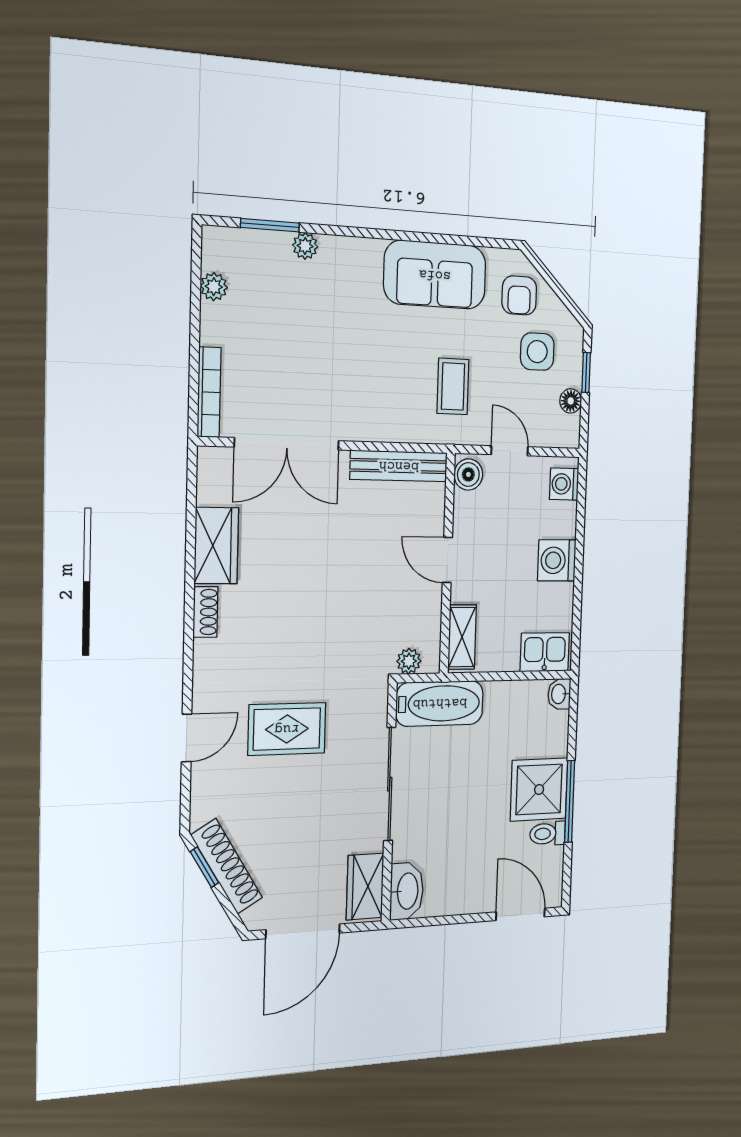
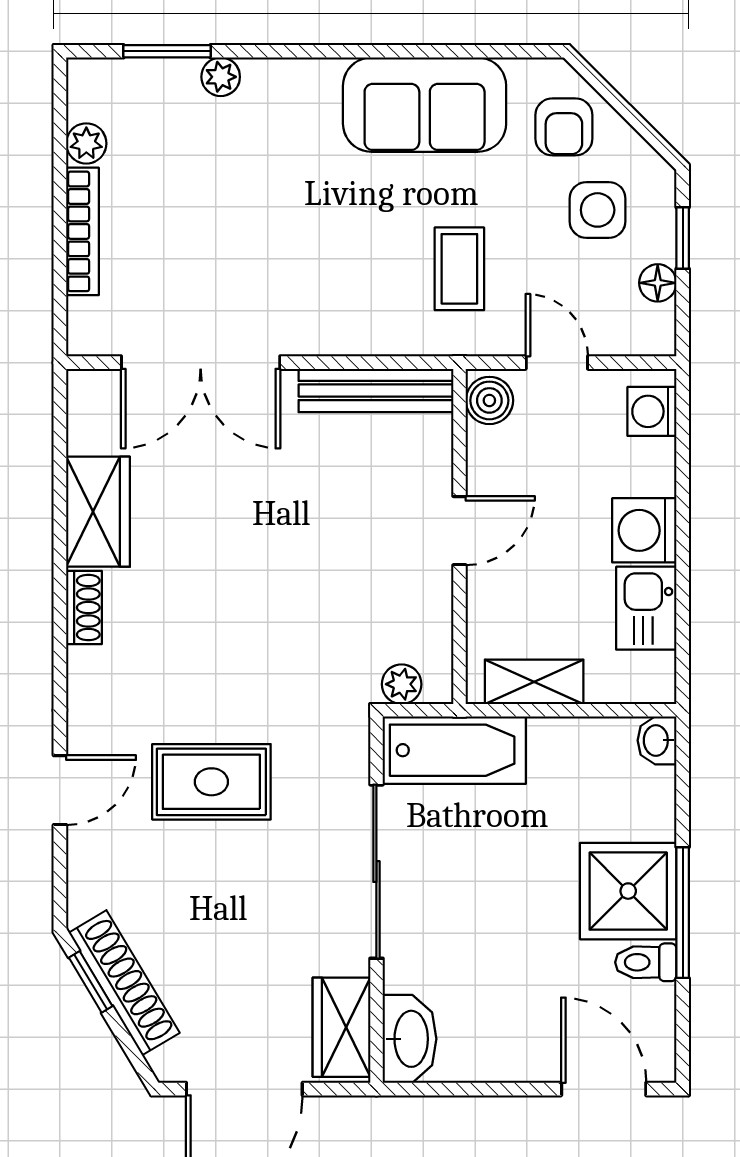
bookcase: (209, 392) -> (83, 231), moved
door: (447, 560) -> (460, 531), swing flipped
shelving: (462, 637) -> (534, 682), moved, turned 90
kitchen sink: (545, 652) -> (646, 608), moved, turned -90

